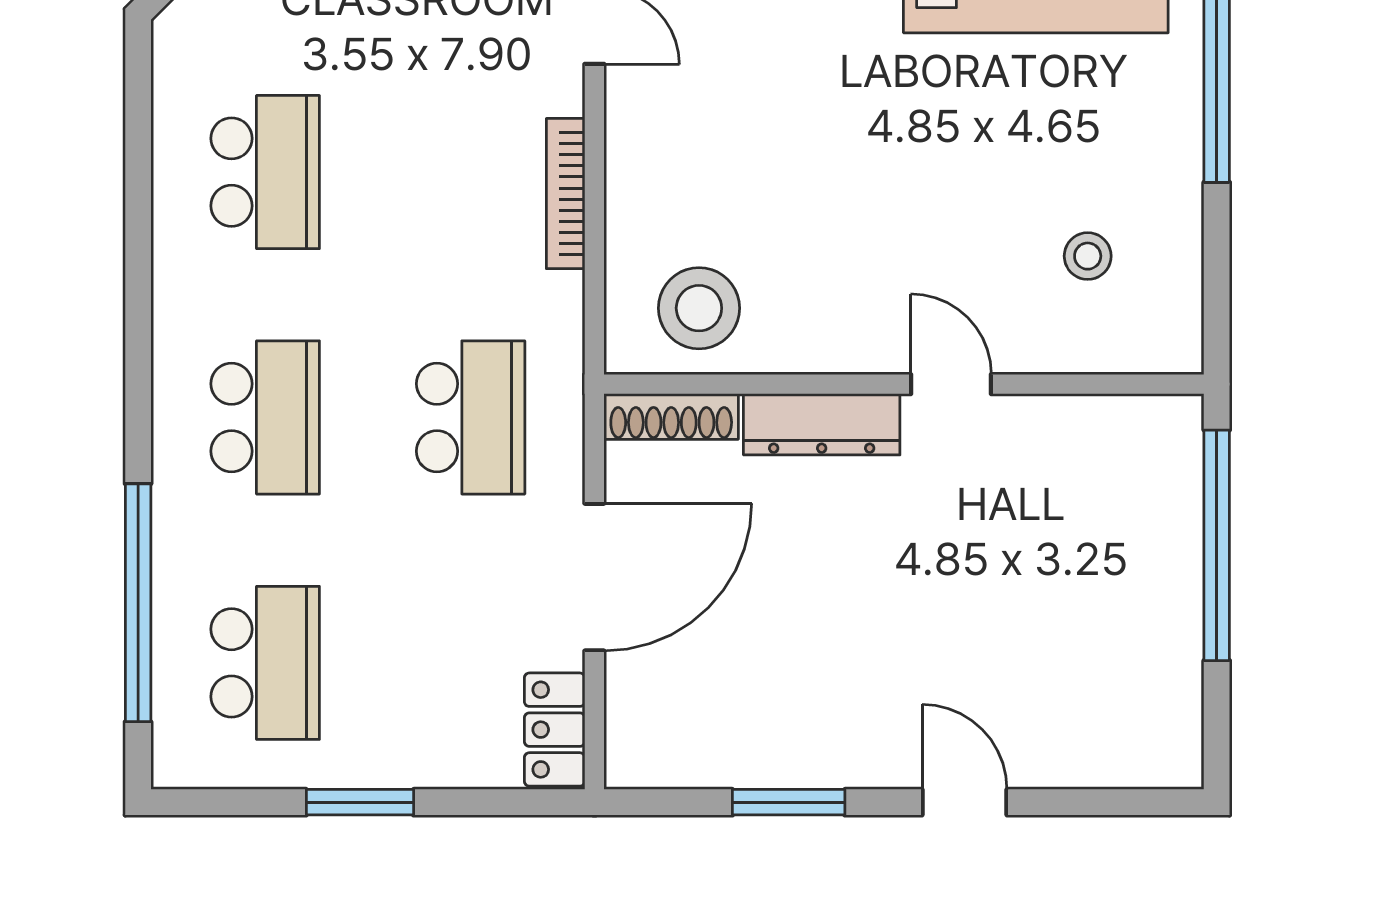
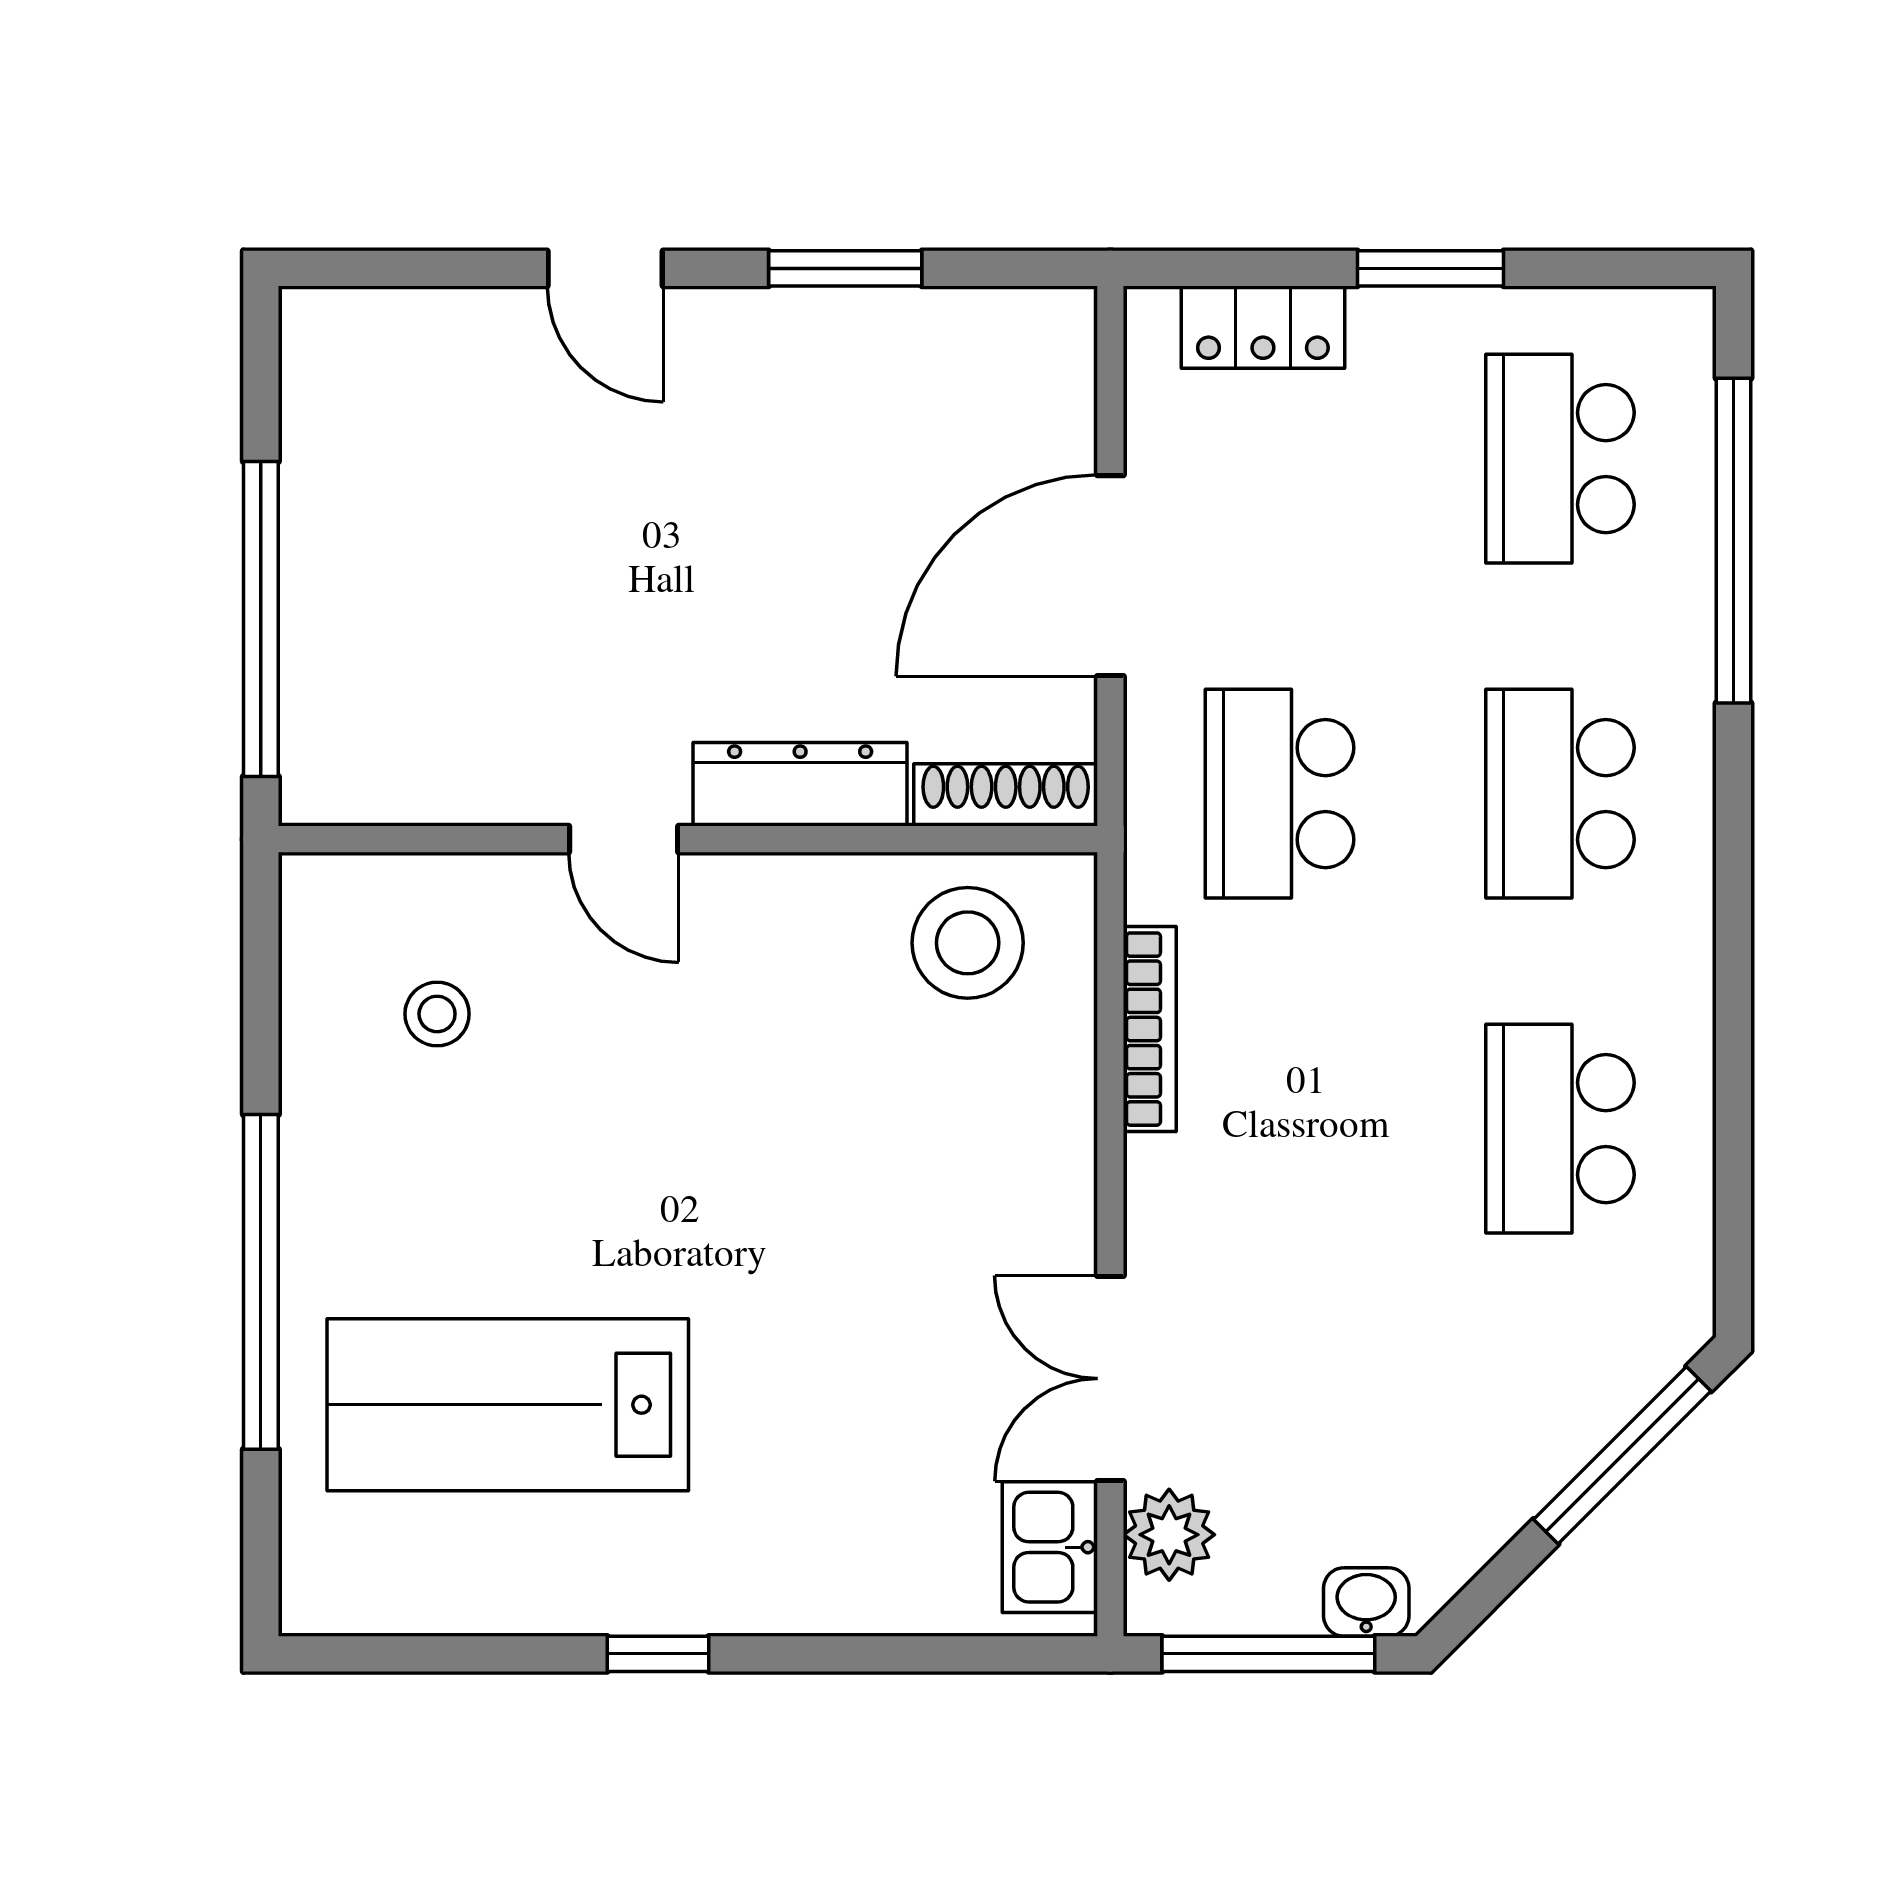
bookcase: (566, 194) -> (1150, 1029), moved
locker: (555, 730) -> (1263, 327), moved, turned 90

